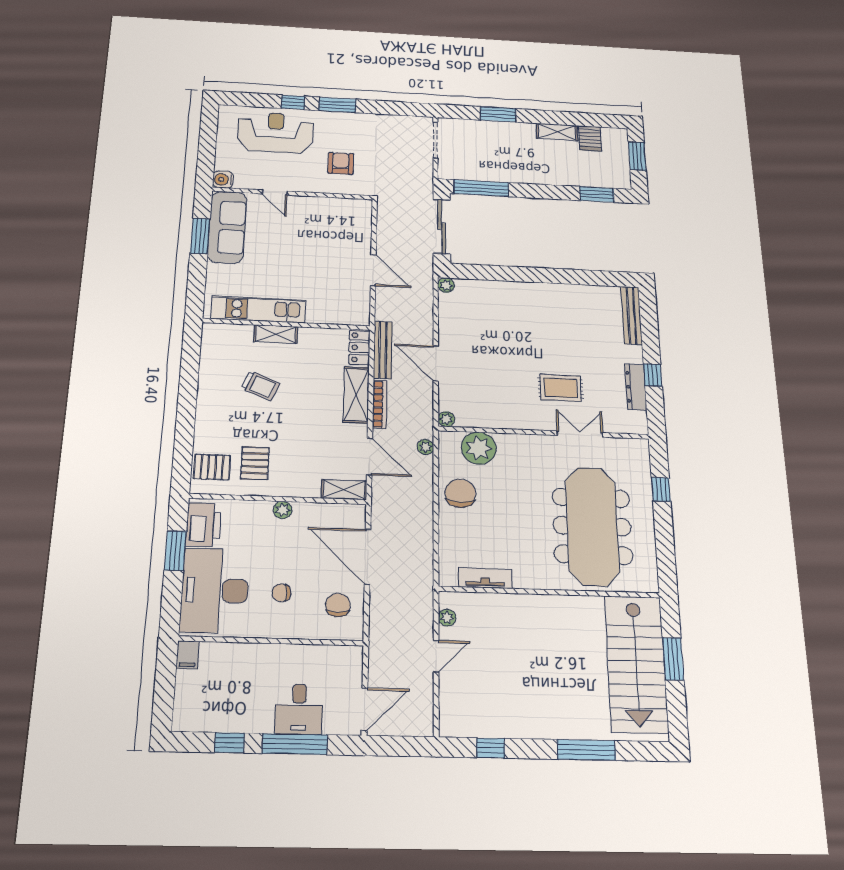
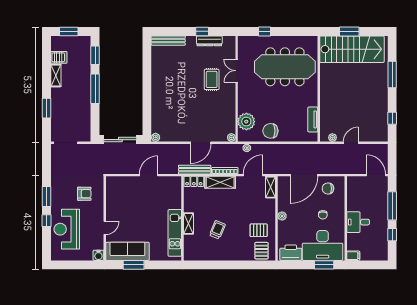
armchair: (341, 163) -> (84, 194), turned 180
window: (481, 188) -> (95, 89), moved
window: (175, 551) -> (324, 265), moved
door: (436, 656) -> (351, 143), hinge flipped
desk: (299, 709) -> (358, 222), moved, turned 180

